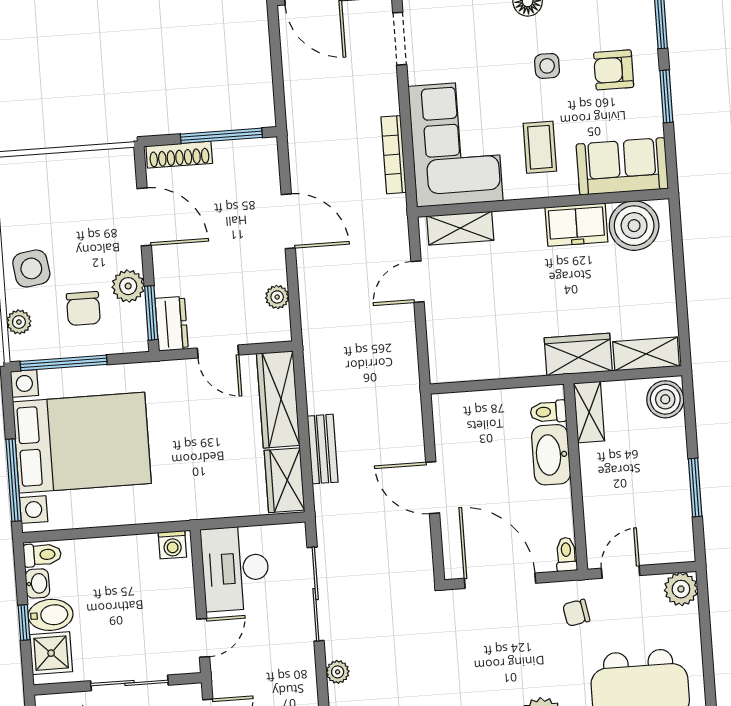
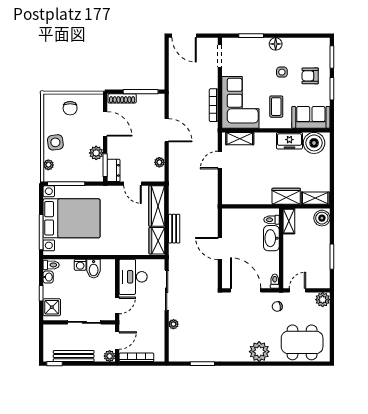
chair: (83, 309) -> (70, 108), moved
washing machine: (172, 545) -> (80, 265), moved
bidet: (51, 615) -> (94, 269), moved, turned 90

